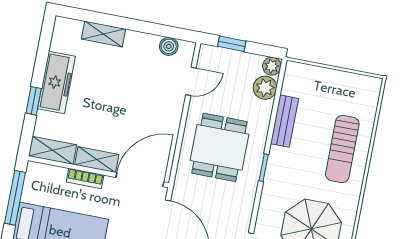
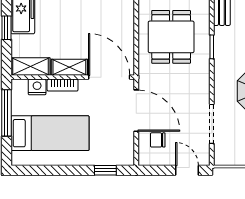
nightstand: (56, 175) -> (37, 87), added
door: (140, 180) -> (109, 77), hinge flipped

